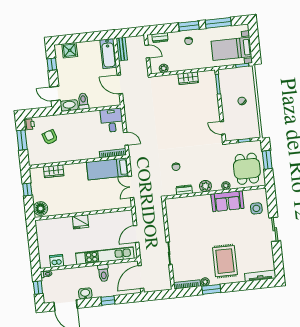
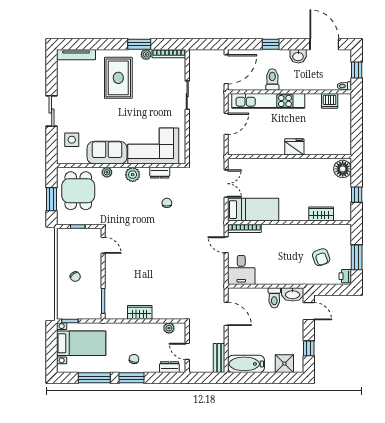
bathtub: (108, 54) -> (246, 364), moved, turned -90
corner sofa: (192, 210) -> (153, 146), added

